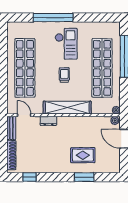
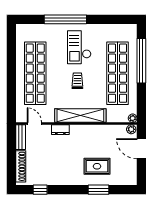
checkout: (66, 44) -> (79, 47), turned 180

